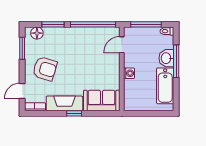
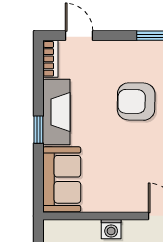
armchair: (45, 69) -> (136, 102), moved, turned 74

